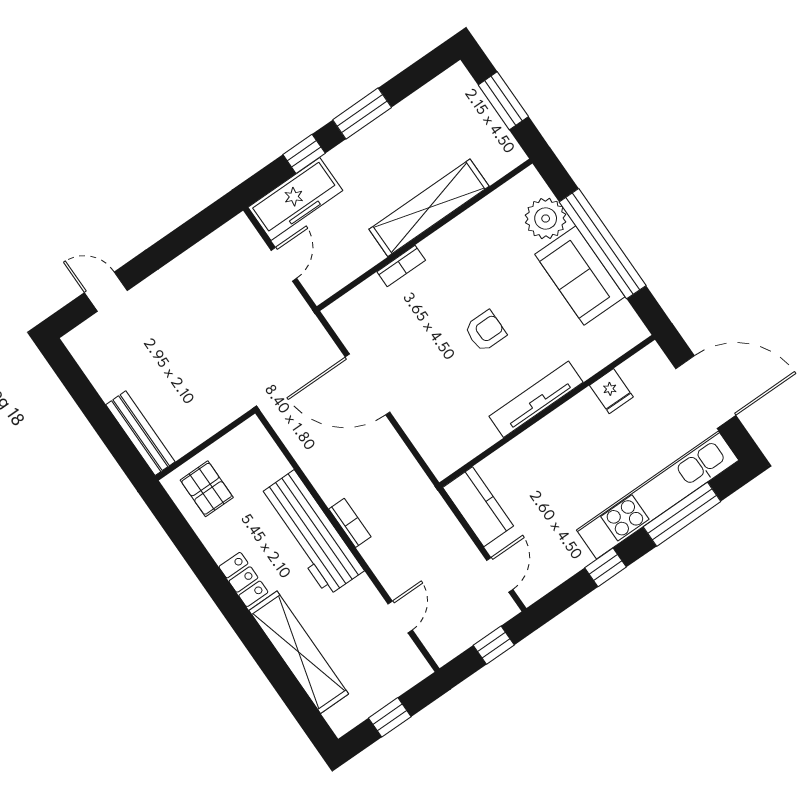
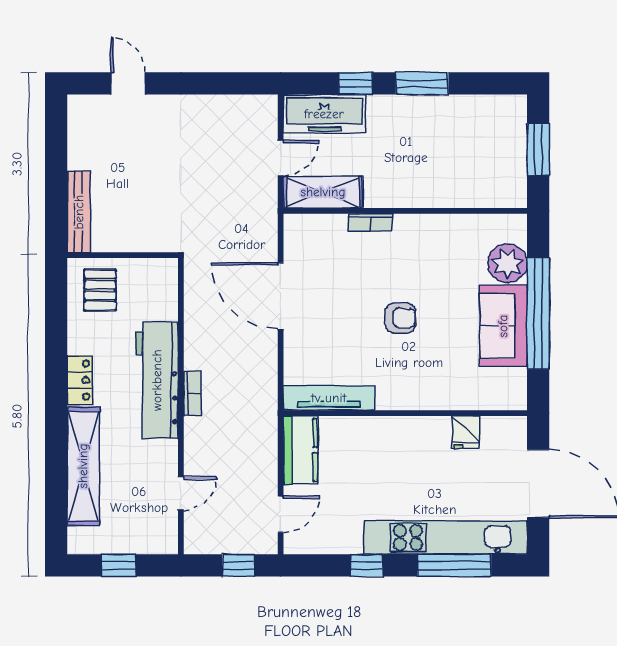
shelving: (429, 208) -> (323, 192), moved, width x0.68
tv unit: (536, 399) -> (329, 398), moved

